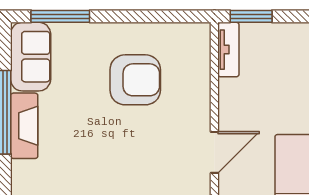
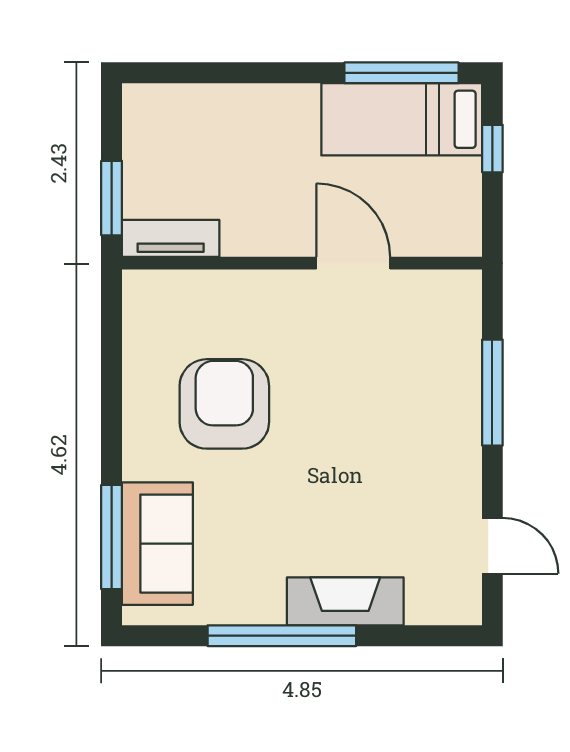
sofa: (31, 57) -> (157, 544), moved, turned 90
fireplace: (24, 126) -> (345, 601), moved

